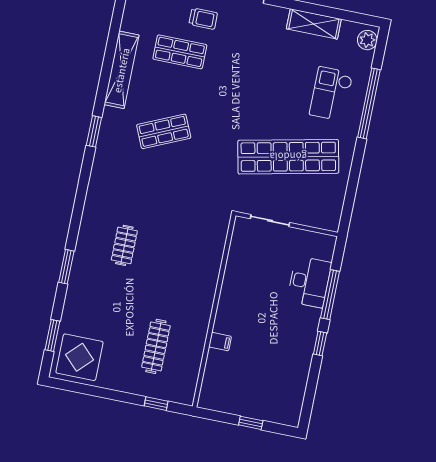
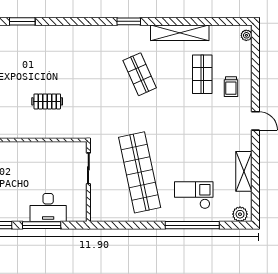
clothes rail: (124, 245) -> (47, 101), moved

